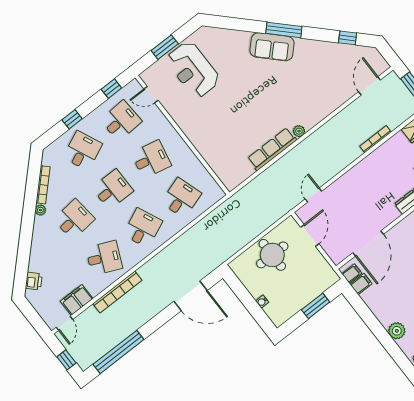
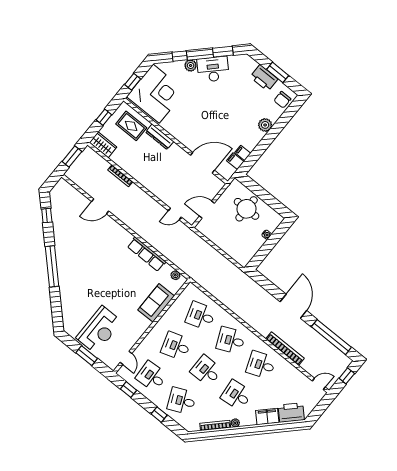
window: (284, 30) -> (52, 266), width x1.46
sofa: (272, 47) -> (156, 303), moved, turned -135
door: (370, 86) -> (100, 206), moved
plant: (299, 131) -> (175, 275), moved
desk: (151, 159) -> (176, 346), turned -30
round table: (272, 255) -> (247, 209), moved
desk: (104, 258) -> (261, 365), turned -45
filing cabinet: (352, 273) -> (243, 153), moved
printer: (34, 281) -> (291, 413), width x1.87, depth x1.48
door: (191, 296) -> (293, 306), moved
filing cabinet: (77, 300) -> (267, 417), moved, turned 135
window: (316, 306) -> (260, 192), removed

